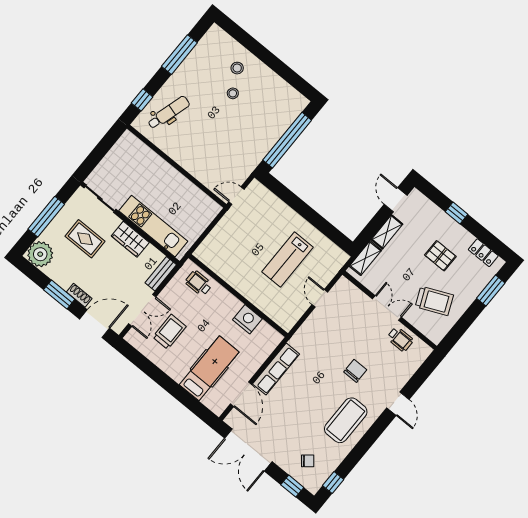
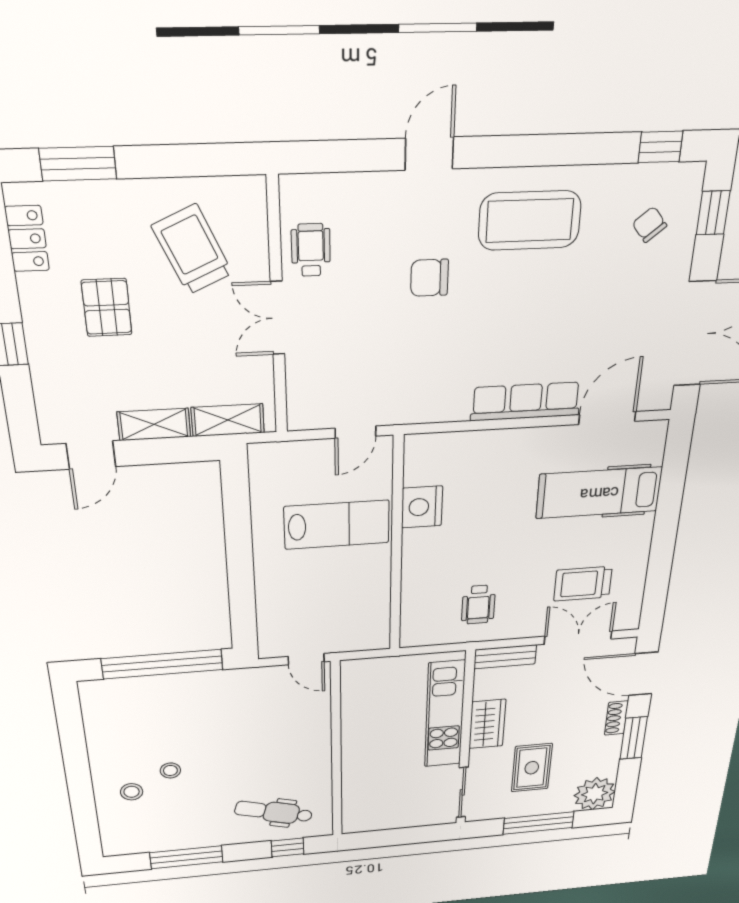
wall: (238, 296) -> (397, 547), moved
nightstand: (247, 319) -> (422, 507), moved

